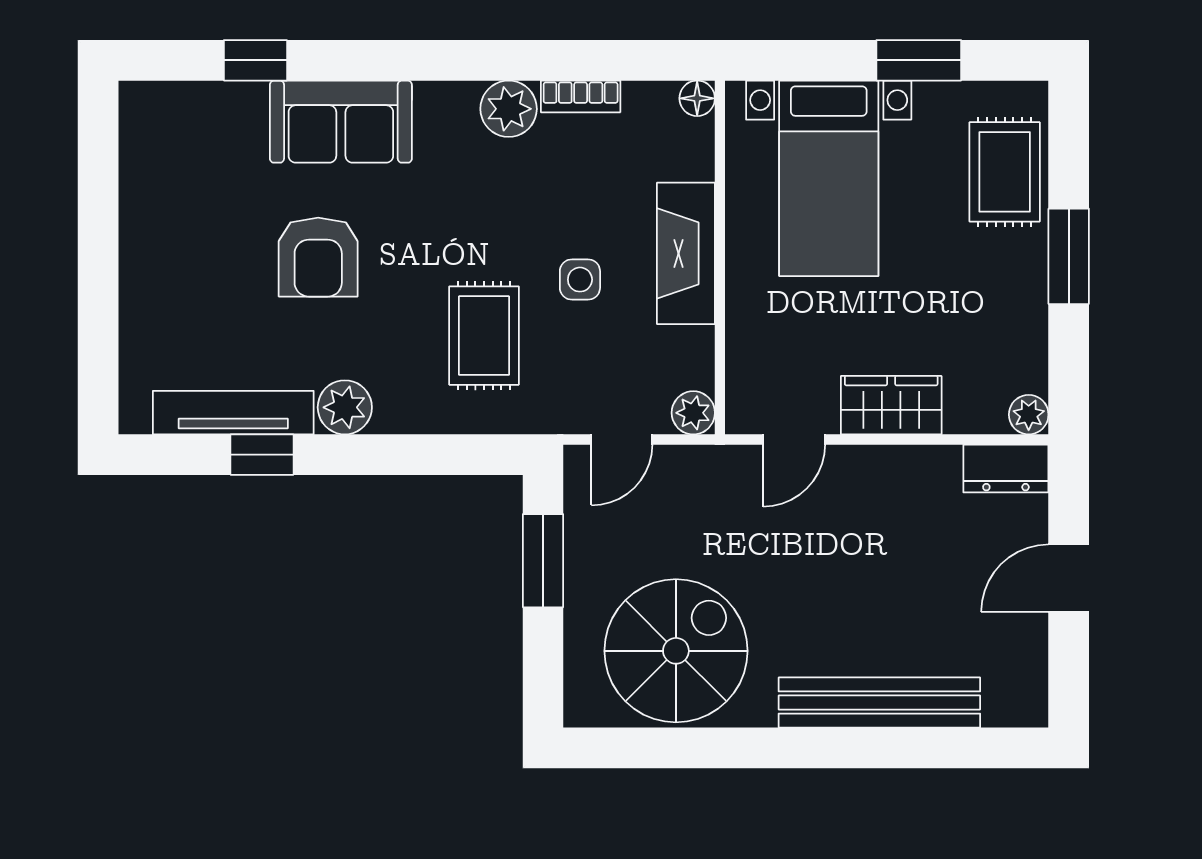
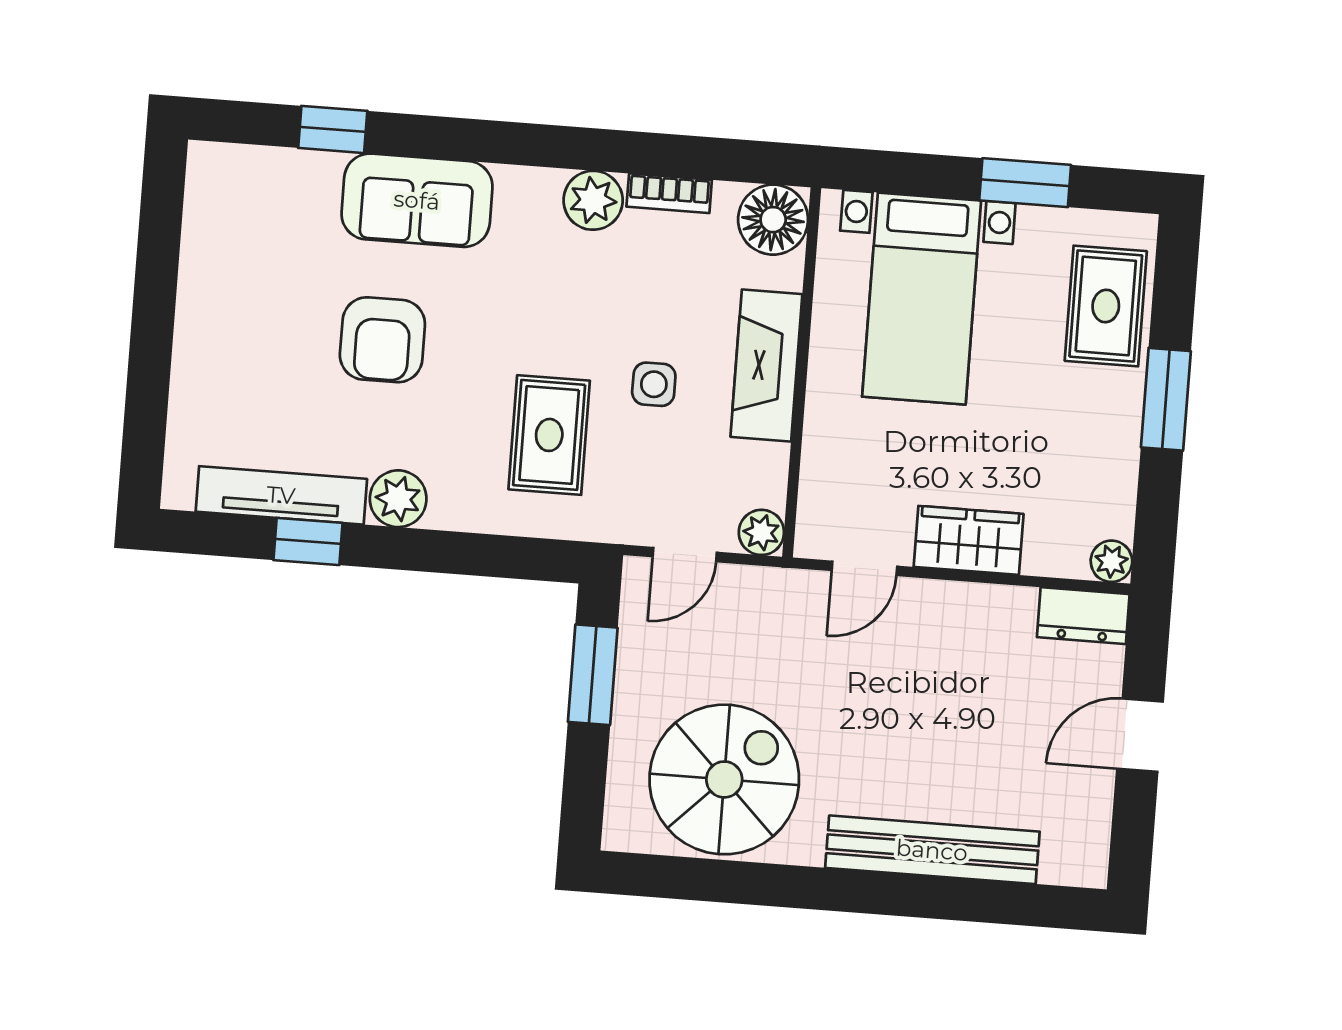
floor lamp: (697, 98) -> (773, 220), width x1.89, depth x1.89

